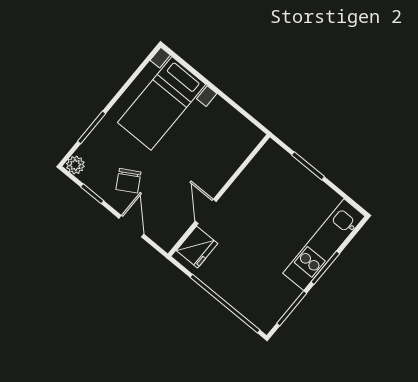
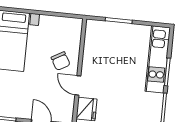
chair: (128, 181) -> (61, 61), moved

